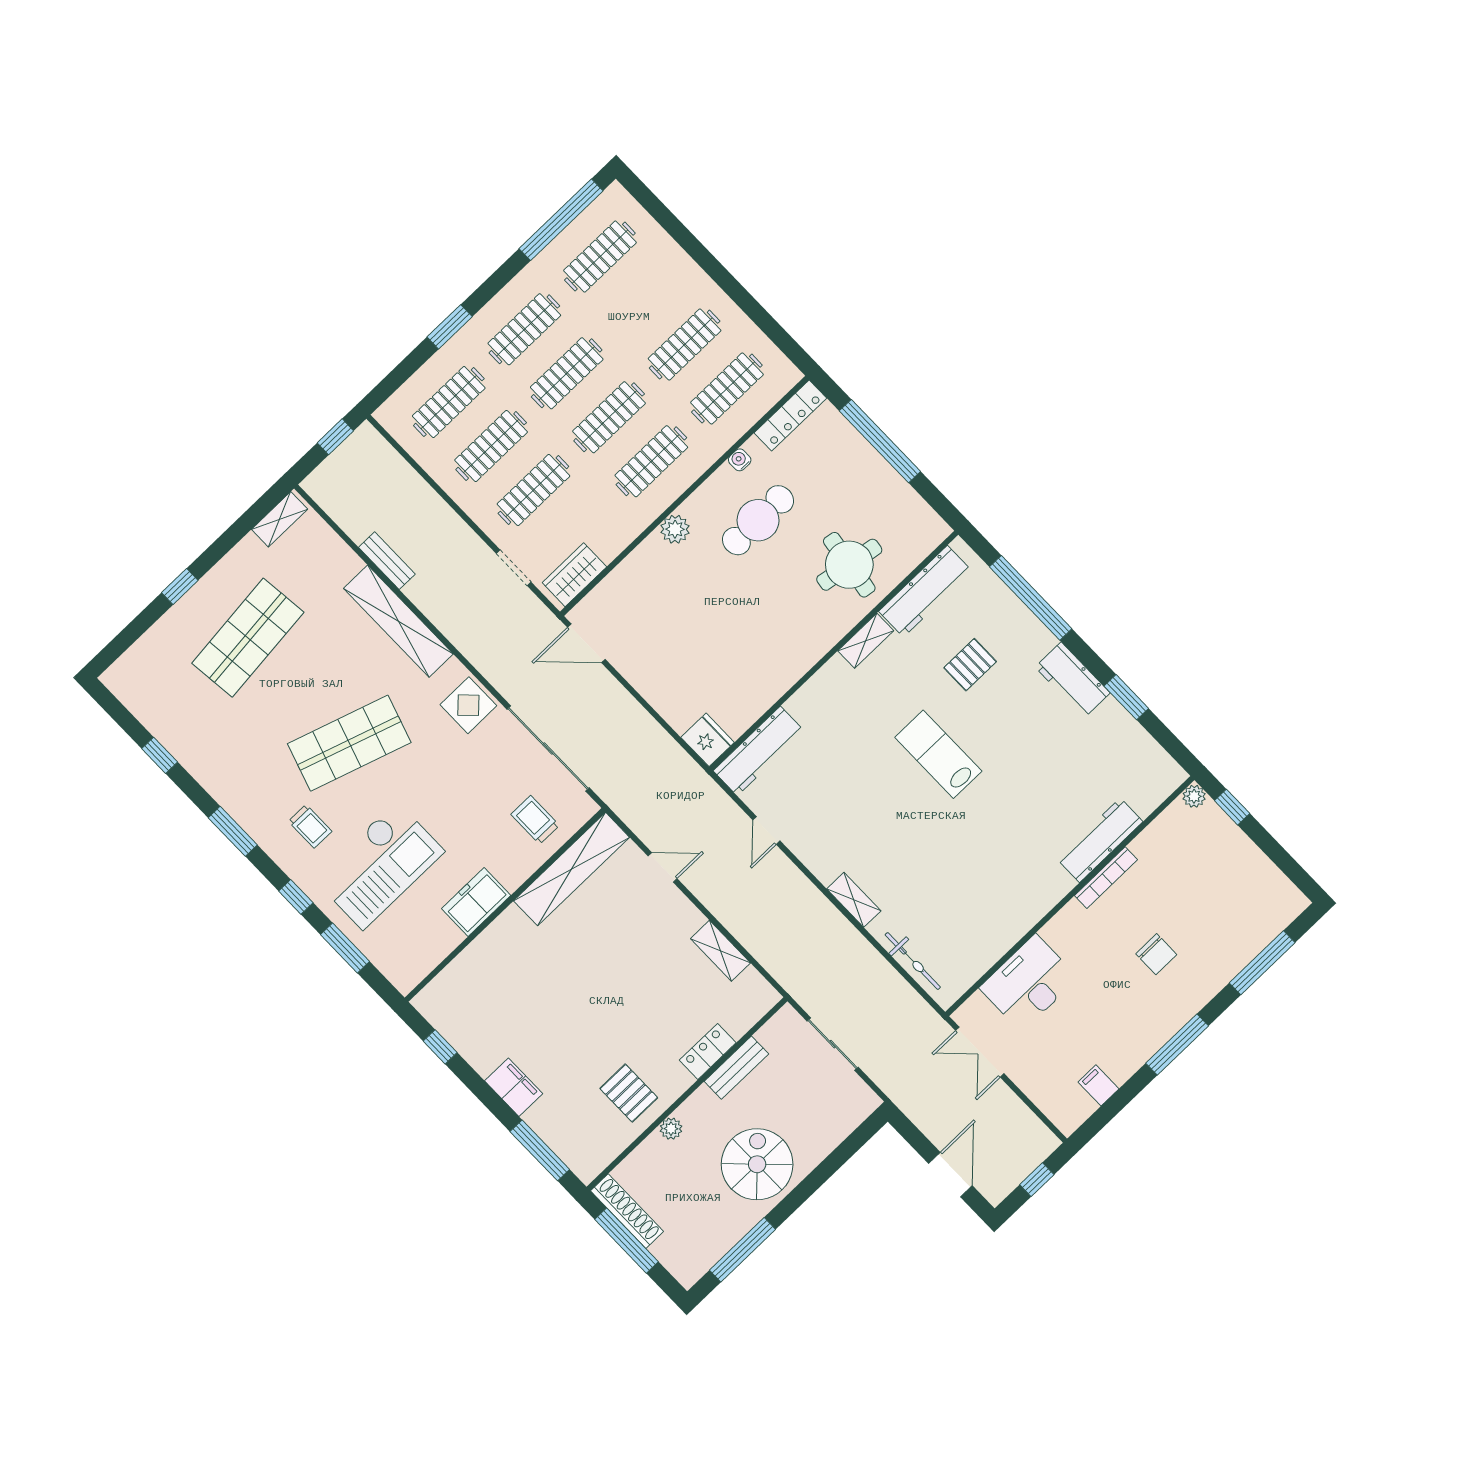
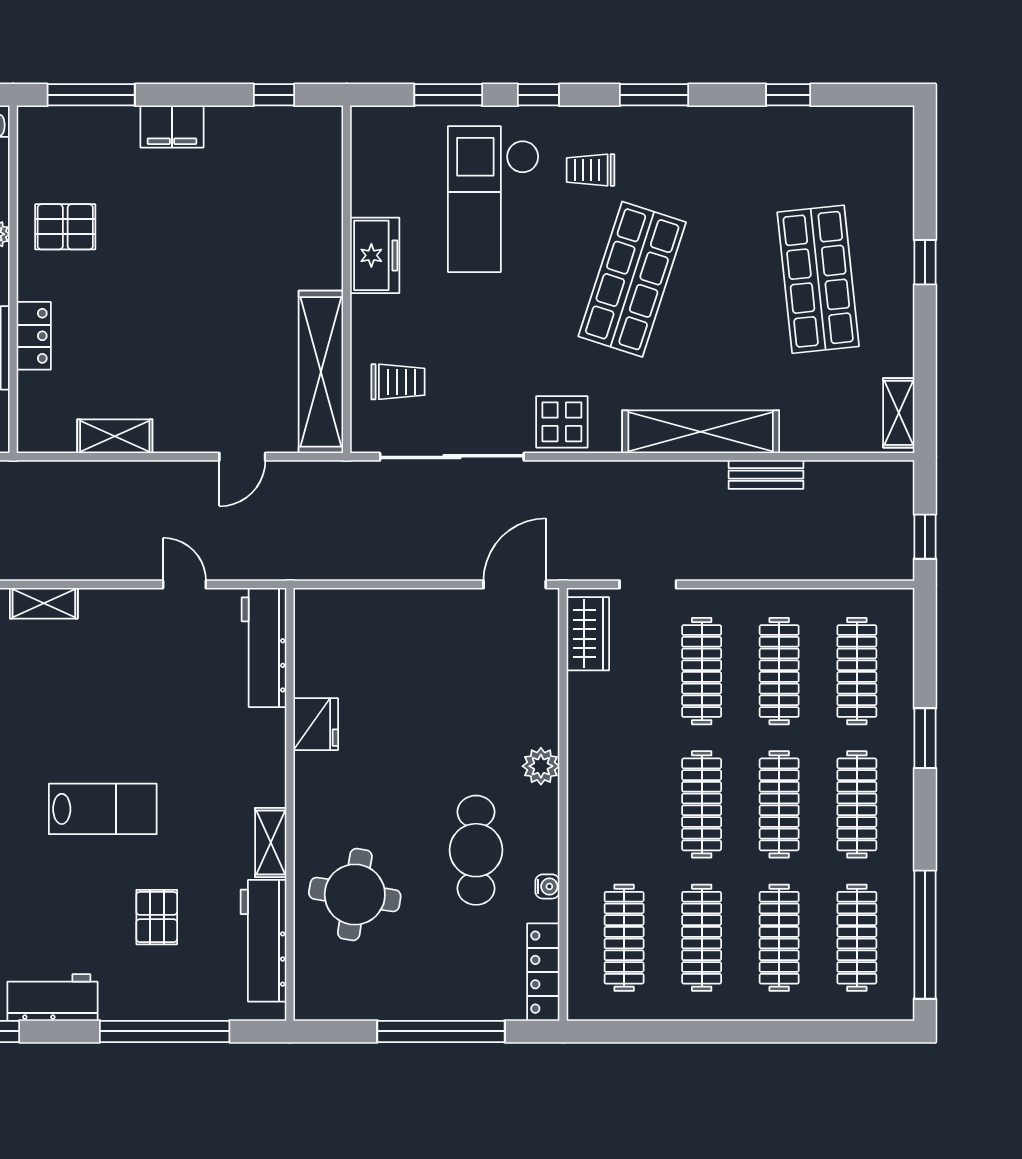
clothes rail: (651, 461) -> (779, 938), moved
fridge: (708, 740) -> (316, 724), moved, turned -90

